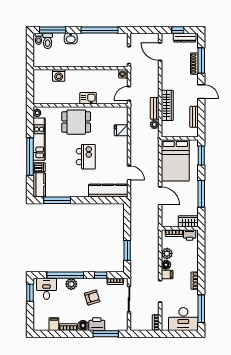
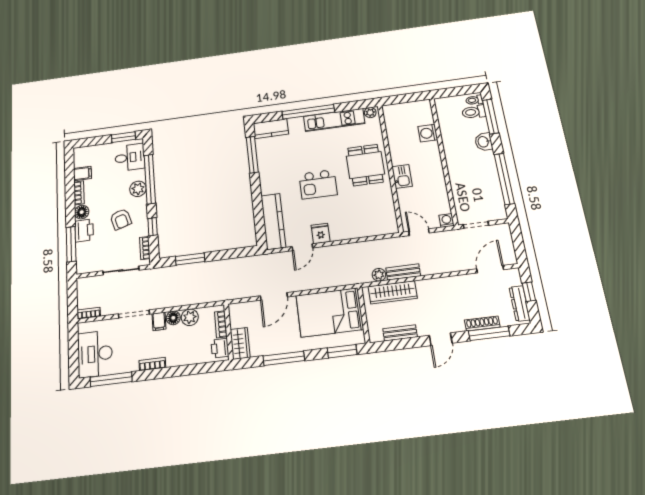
wardrobe: (167, 105) -> (393, 292), moved
fridge: (121, 130) -> (321, 233), moved
dishwasher: (39, 167) -> (295, 125), removed

